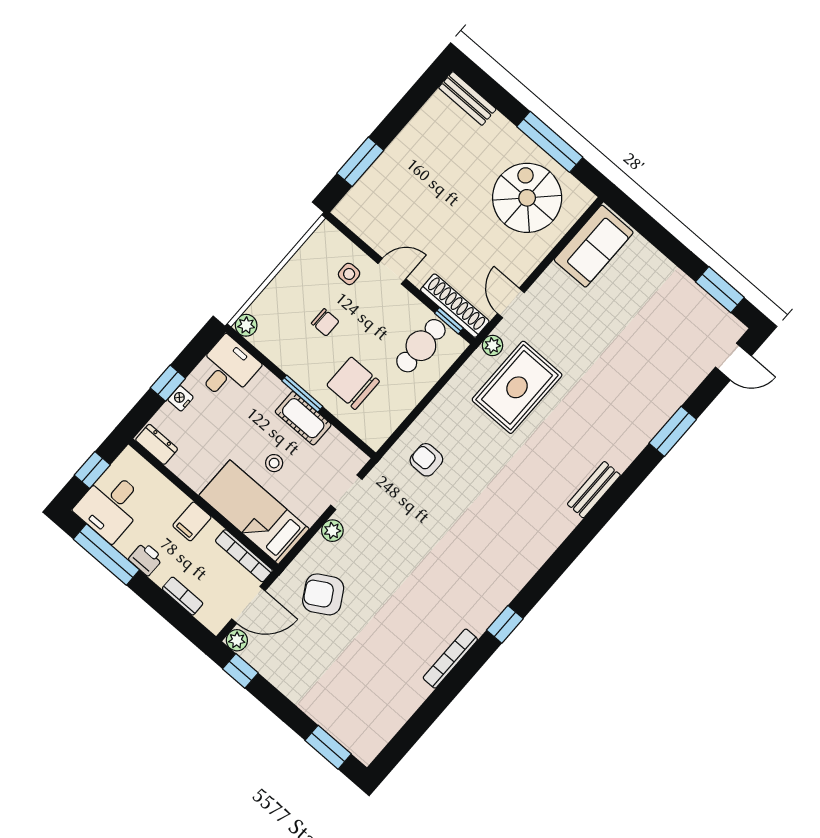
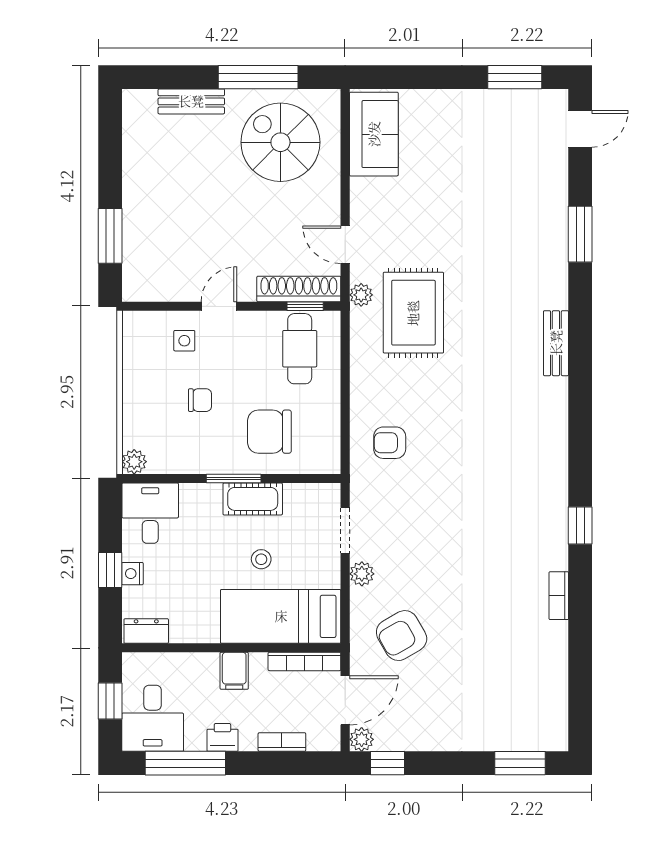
bench: (467, 98) -> (191, 101), moved
bookcase: (450, 659) -> (559, 596), width x0.64

